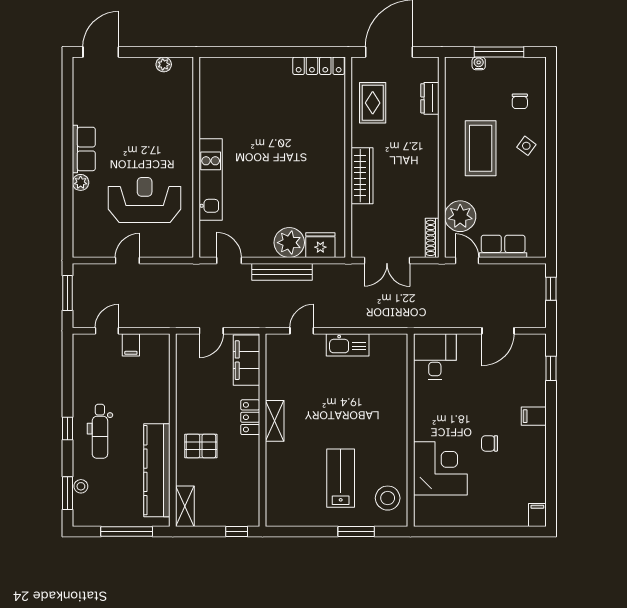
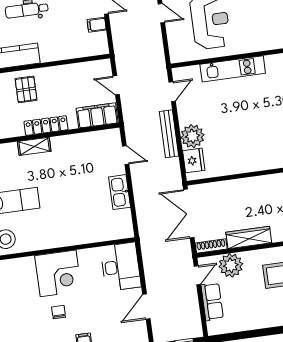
wardrobe: (362, 176) -> (249, 238), moved, turned 180
double door: (387, 261) -> (189, 213), width x1.37
door: (498, 331) -> (146, 307), hinge flipped
desk: (435, 357) -> (121, 267), width x1.37
locker: (250, 417) -> (46, 126), width x1.53
shelving: (275, 421) -> (34, 146), moved
corner desk: (440, 468) -> (58, 273), moved

